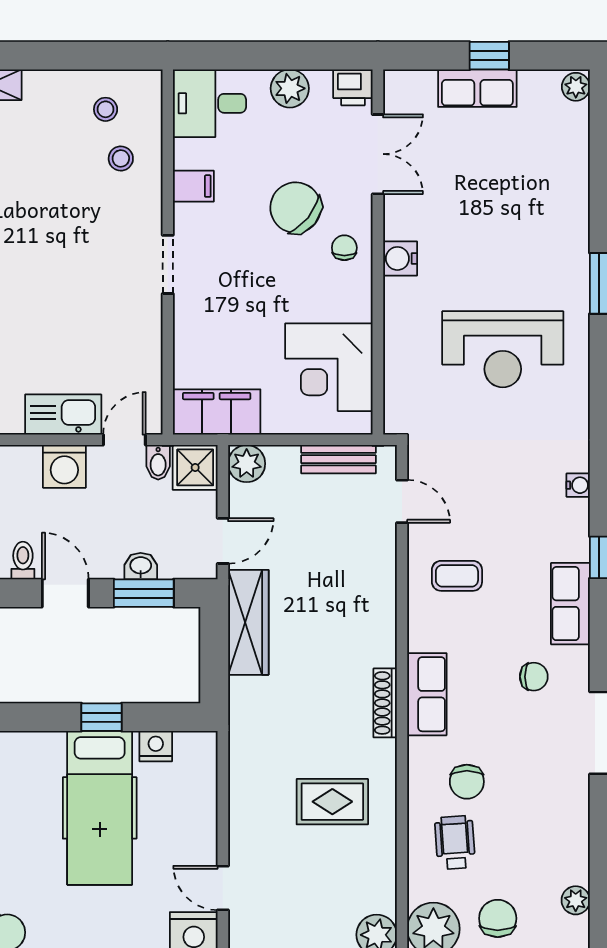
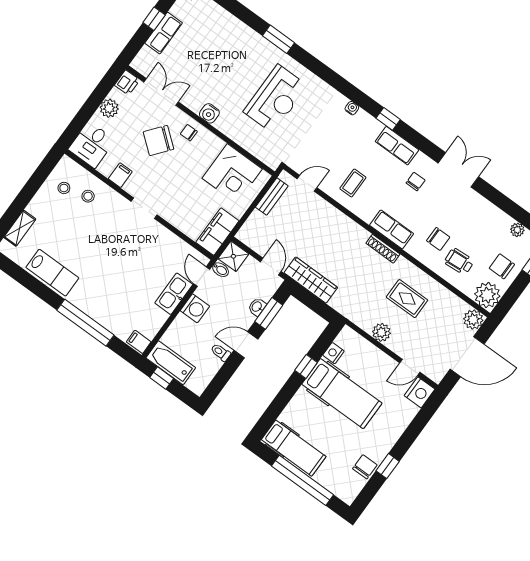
plant: (247, 464) -> (381, 332), moved
rug: (332, 802) -> (407, 299), turned 90

